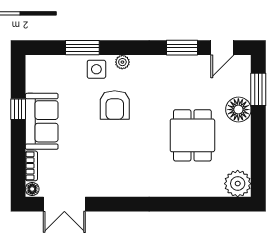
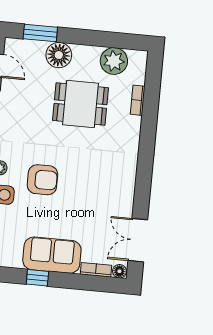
plant: (238, 184) -> (114, 61), moved
bookcase: (201, 191) -> (138, 100), added
double door: (64, 204) -> (138, 240), swing flipped

